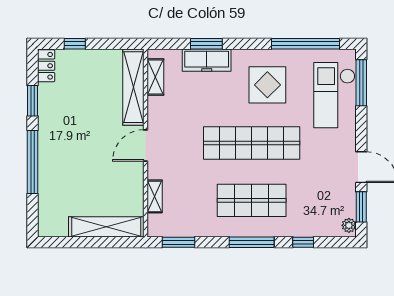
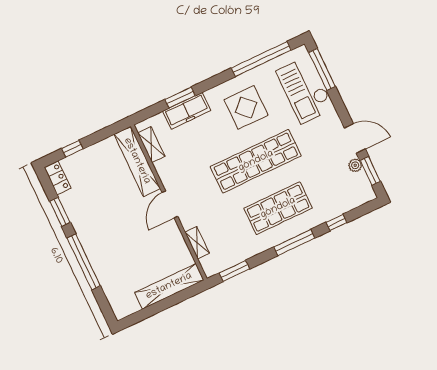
plant: (349, 225) -> (355, 165), moved

